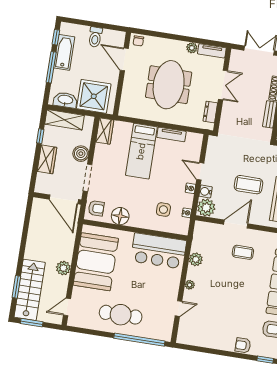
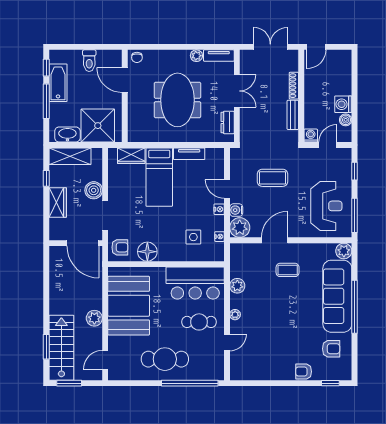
wardrobe: (105, 131) -> (131, 156), moved, turned 90
coffee table: (248, 185) -> (272, 178), moved
cafe table: (156, 286) -> (199, 322), added

